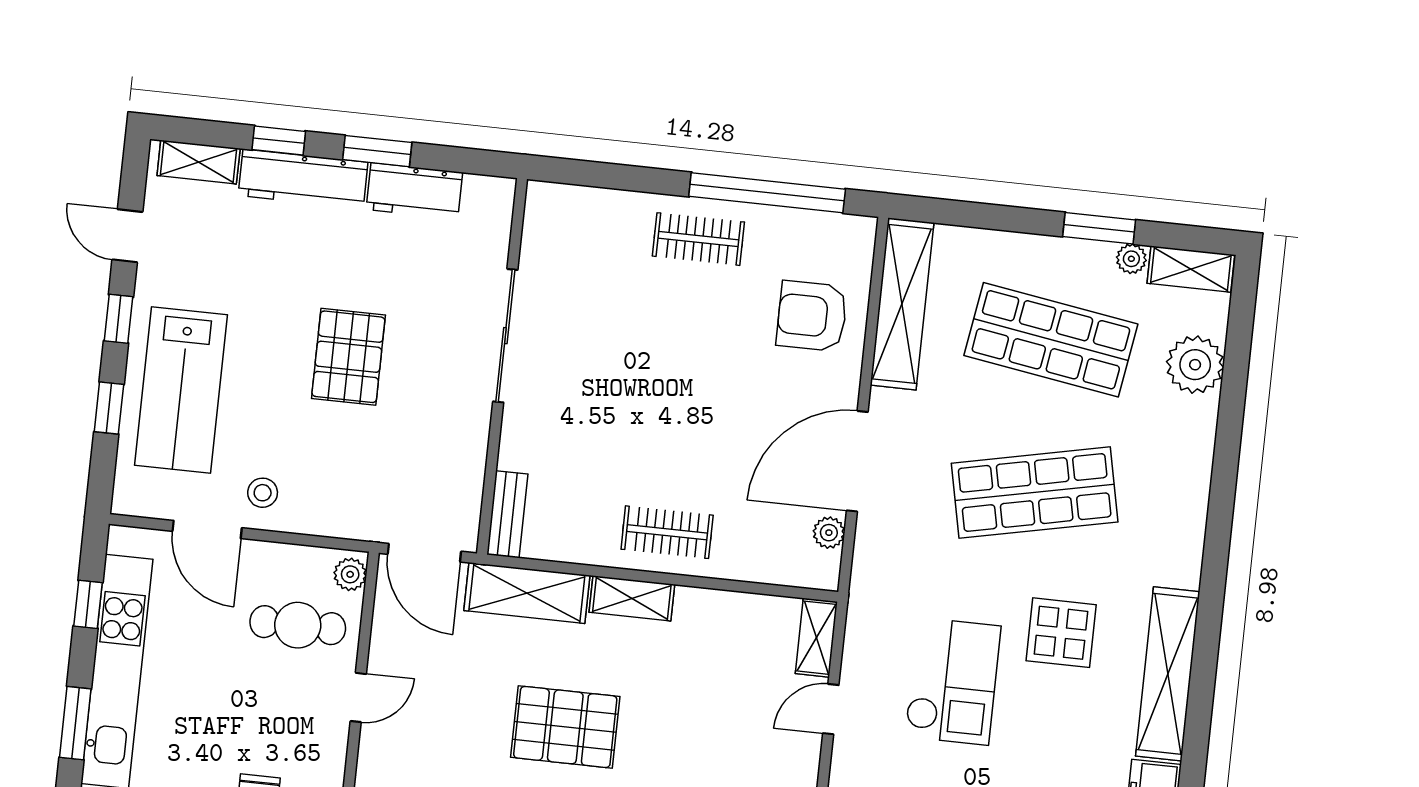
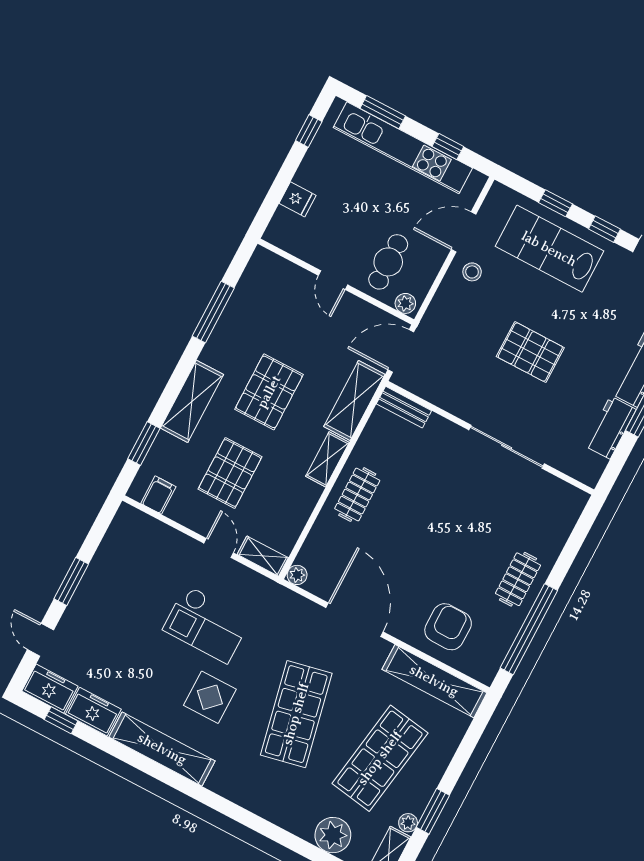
plant: (829, 533) -> (297, 575), moved
pallet: (711, 737) -> (230, 473), added

